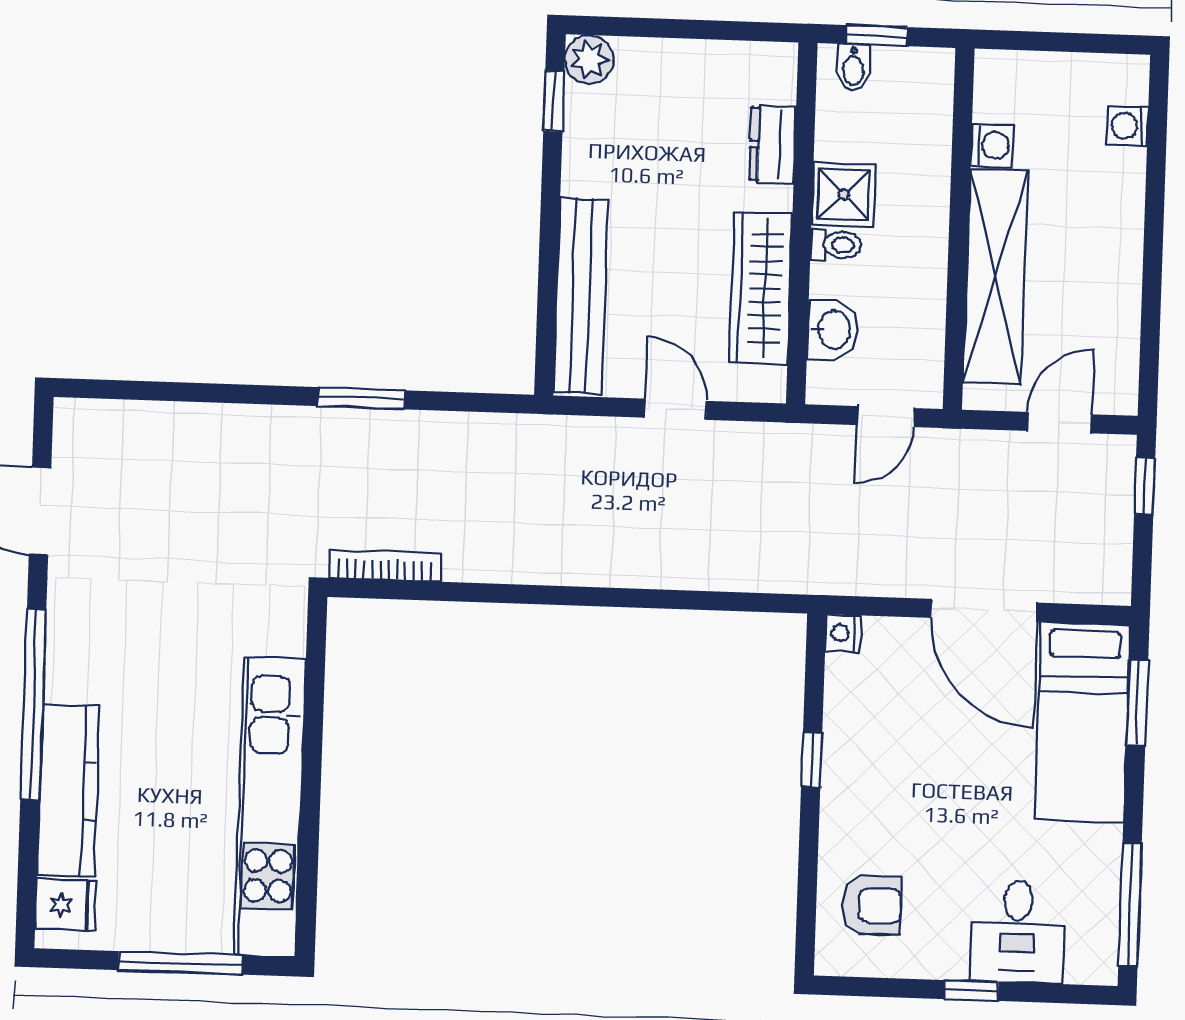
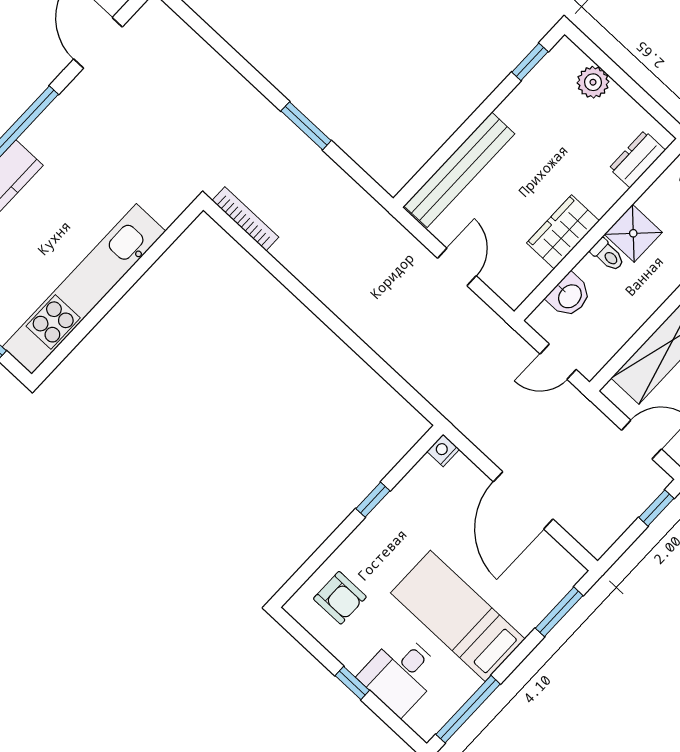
plant: (589, 59) -> (593, 82), moved
dresser: (773, 144) -> (637, 159), moved
wardrobe: (761, 288) -> (563, 232), width x0.67
bed: (1082, 722) -> (458, 616), moved, turned 90

